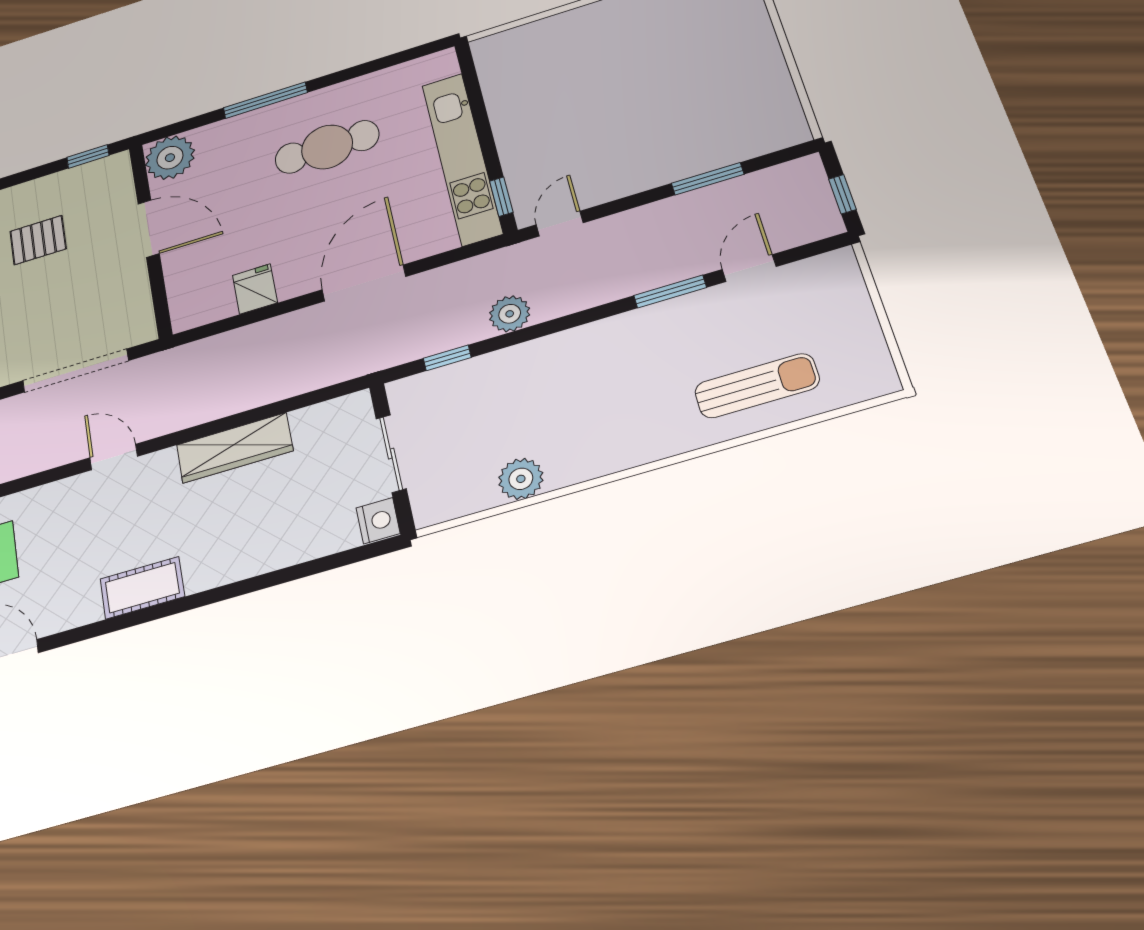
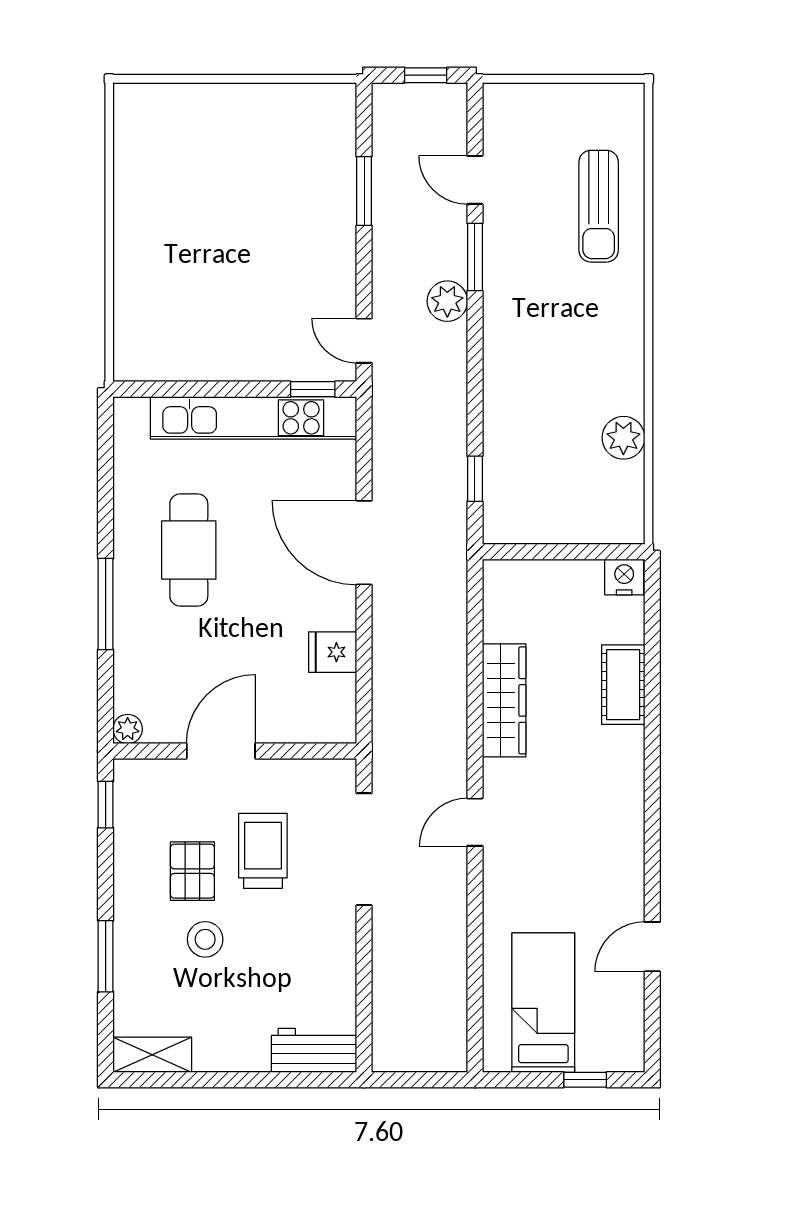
plant: (170, 158) -> (128, 729), width x0.53, depth x0.53
trolley: (63, 289) -> (263, 851), added
plant: (510, 314) -> (447, 301), moved
sun lounger: (757, 386) -> (599, 206), turned 180
sliding door: (391, 454) -> (559, 552), removed
cot: (142, 588) -> (623, 685), moved

